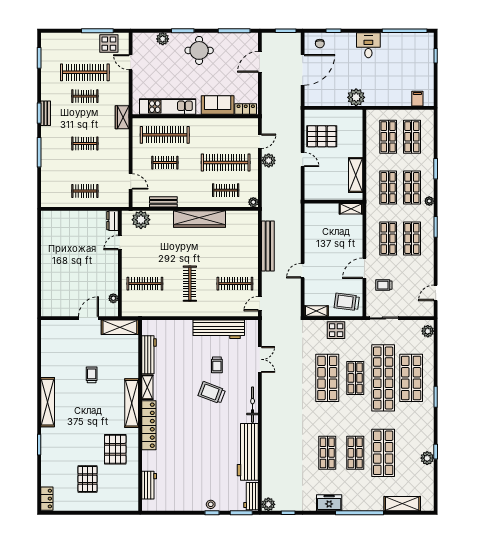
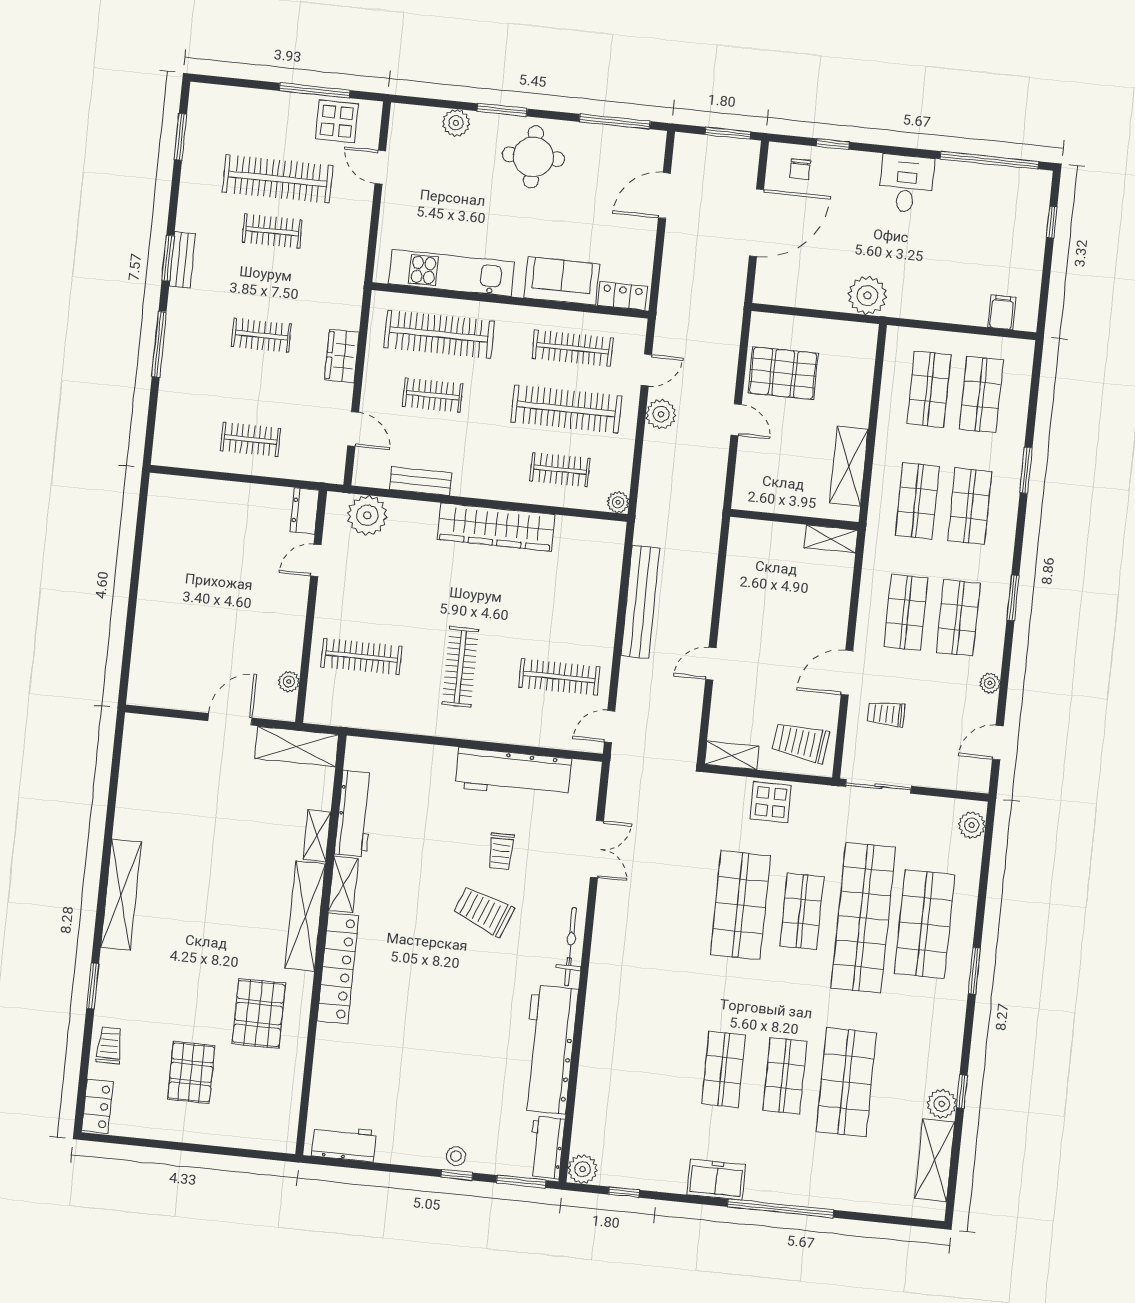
wardrobe: (122, 117) -> (342, 356), moved
clothes rail: (226, 135) -> (573, 348), added
plant: (429, 201) -> (990, 683), moved
shelving: (133, 366) -> (317, 836), added
trolley: (92, 375) -> (109, 1045), moved
workbench: (149, 485) -> (344, 1143), moved, turned -90
shelving: (402, 504) -> (935, 1160), moved, turned 90

